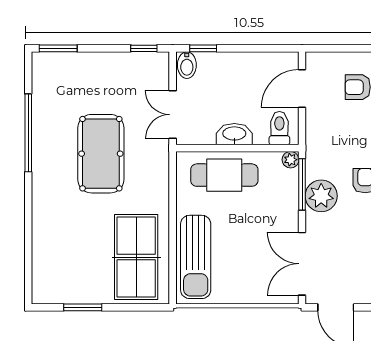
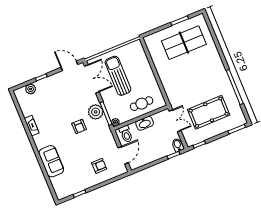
pool table: (101, 154) -> (209, 112), moved, turned 90
cafe table: (224, 175) -> (142, 104), width x0.73, depth x0.74
table tennis table: (136, 257) -> (184, 43), moved, turned 90
sun lounger: (196, 257) -> (118, 76), moved

